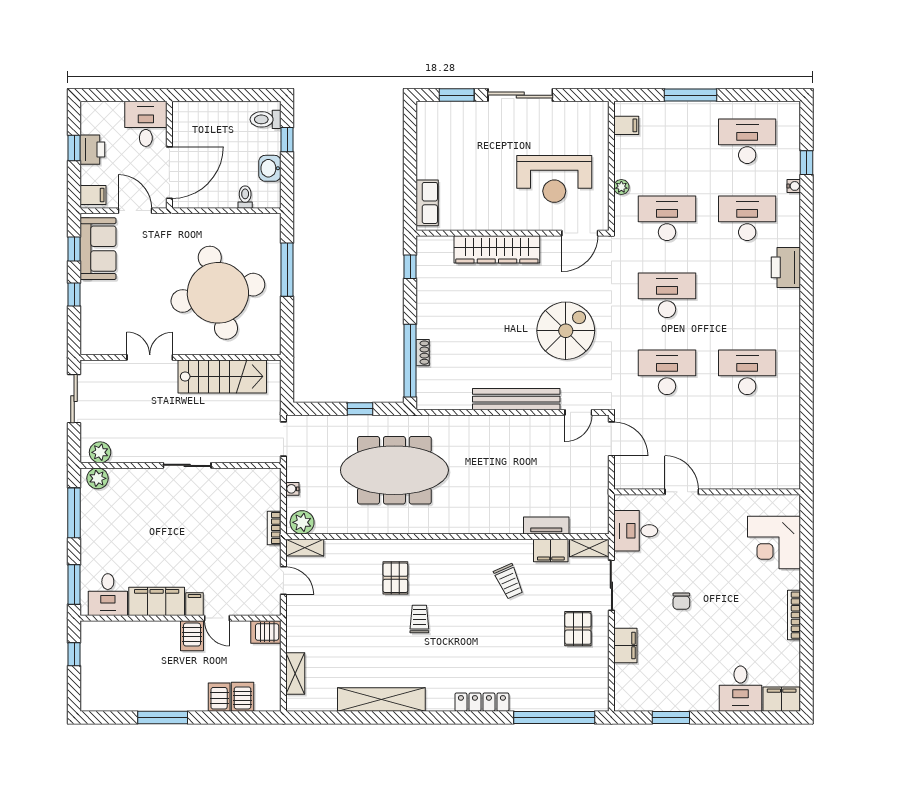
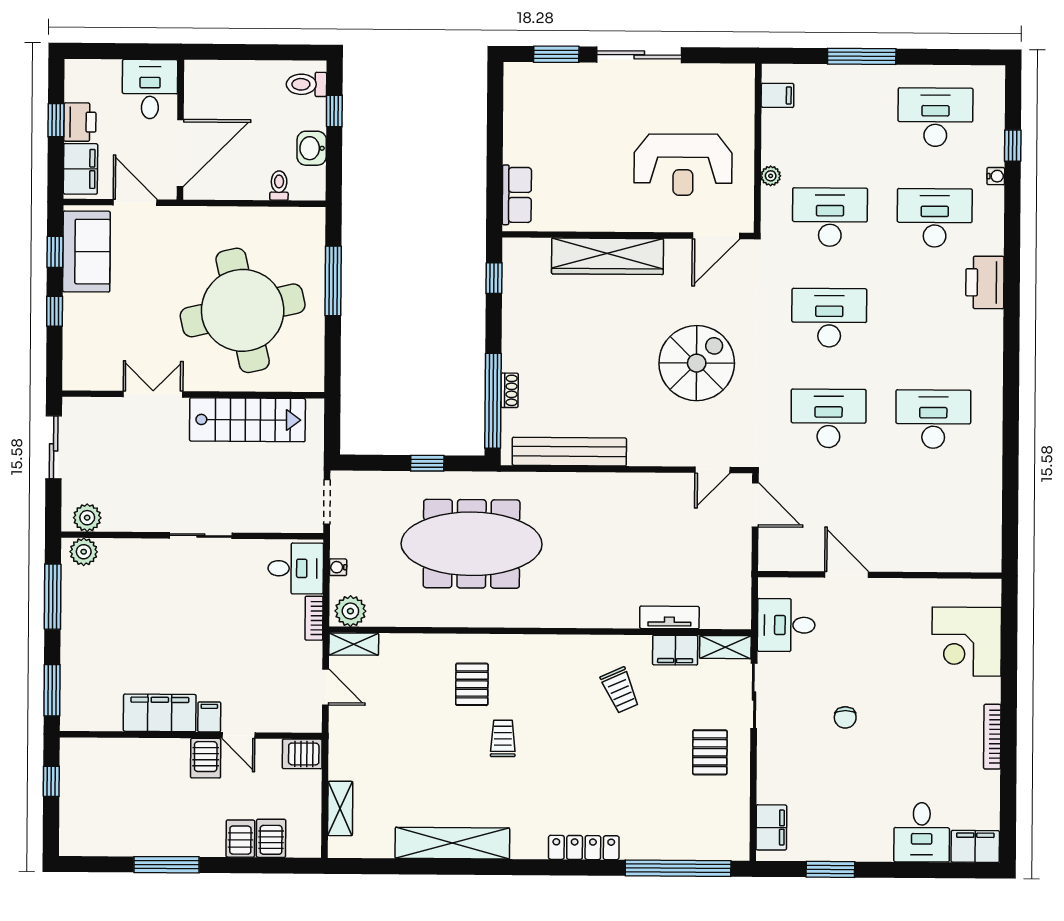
filing cabinet: (93, 195) -> (80, 169), width x2.00
bench: (516, 399) -> (569, 452), moved
desk: (108, 595) -> (296, 568), moved, turned -90
filing cabinet: (625, 645) -> (771, 827), moved

